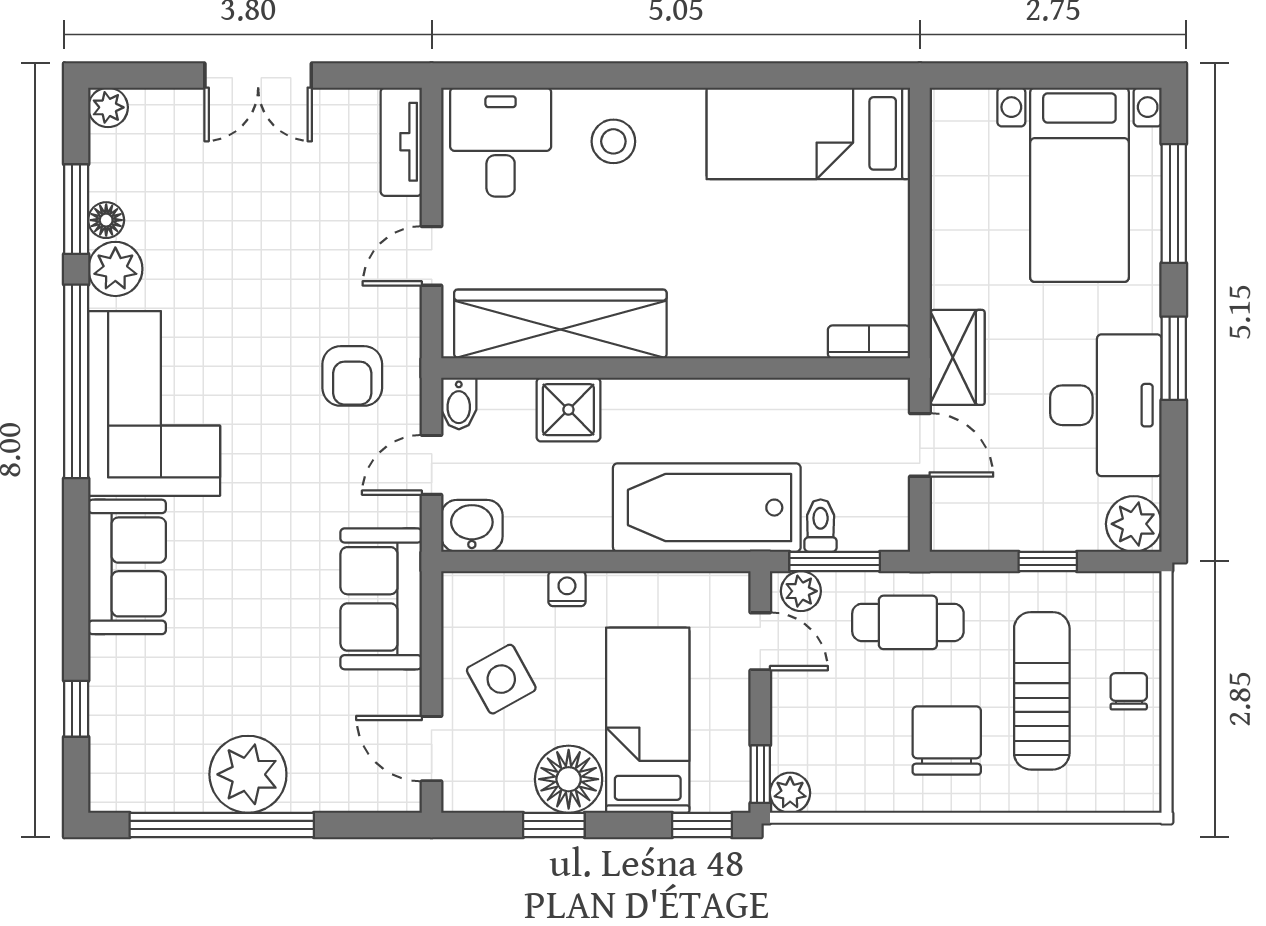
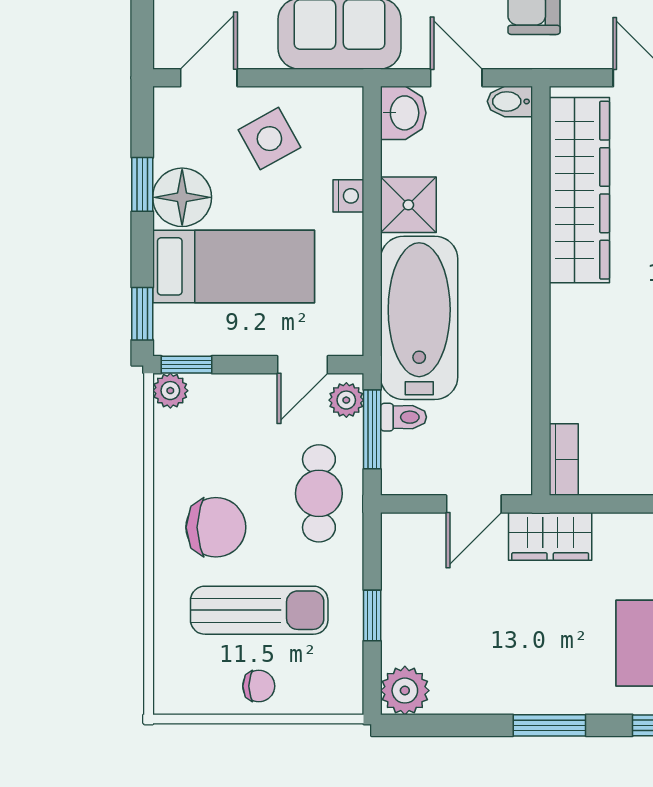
desk: (1106, 405) -> (508, 666), removed
shower: (568, 410) -> (408, 205), moved

